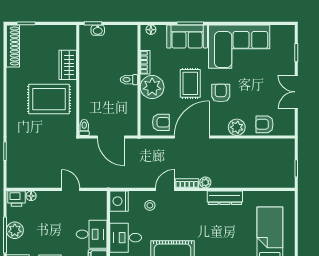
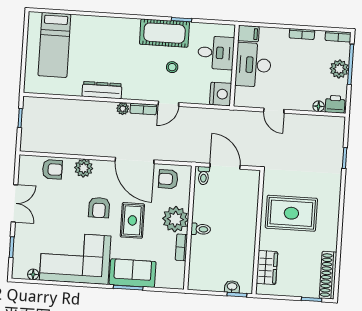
floor lamp: (151, 30) -> (33, 274), moved
wardrobe: (68, 65) -> (267, 268), moved
toilet: (84, 127) -> (204, 176), moved
door: (192, 137) -> (135, 160), hinge flipped
stool: (150, 205) -> (172, 67), moved
desk: (92, 234) -> (253, 65), width x1.37

